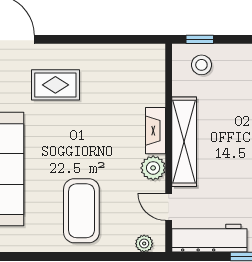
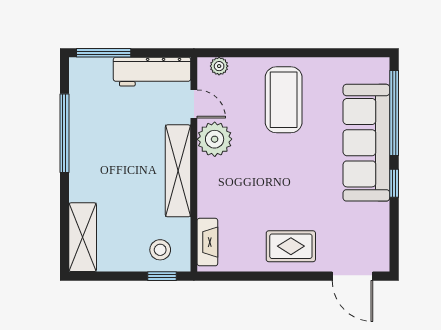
rug: (55, 85) -> (291, 246), moved
fireplace: (156, 131) -> (207, 242), moved
plant: (153, 168) -> (215, 139), width x1.36, depth x1.36

